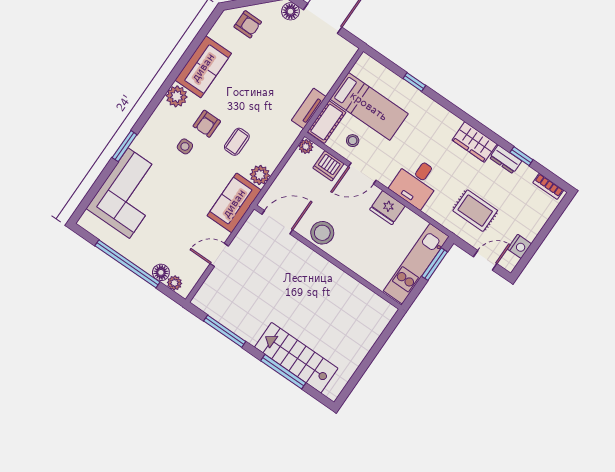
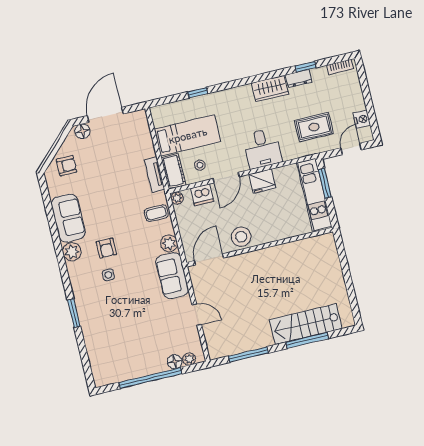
coffee table: (237, 142) -> (156, 213), moved, turned 90
corner sofa: (129, 193) -> (106, 337), removed
door: (219, 255) -> (197, 315), swing flipped

